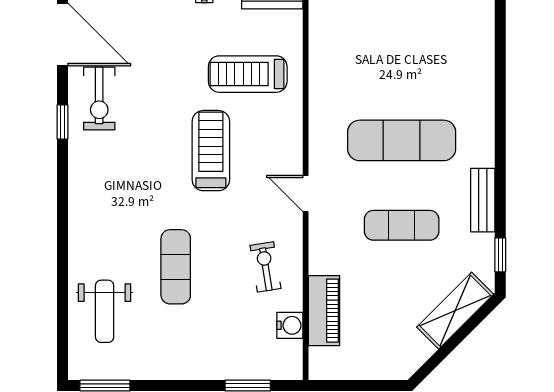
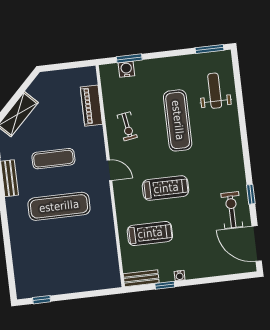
treadmill: (211, 151) -> (166, 188), turned -90
exercise mat: (176, 267) -> (178, 120), width x1.36, depth x1.45
water cooler: (290, 325) -> (126, 69), moved, turned 90

